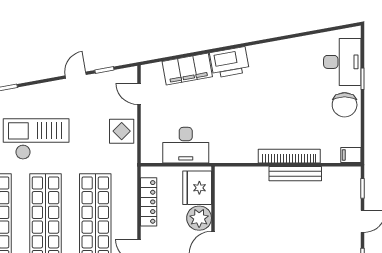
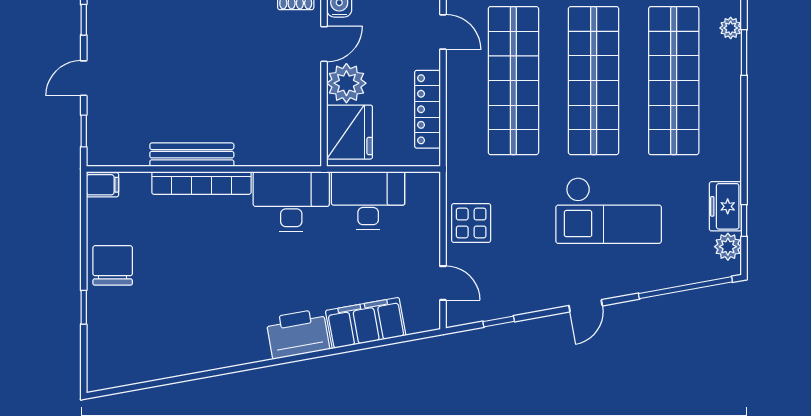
desk: (342, 62) -> (291, 202), moved, turned 90
door: (76, 75) -> (586, 306), moved

